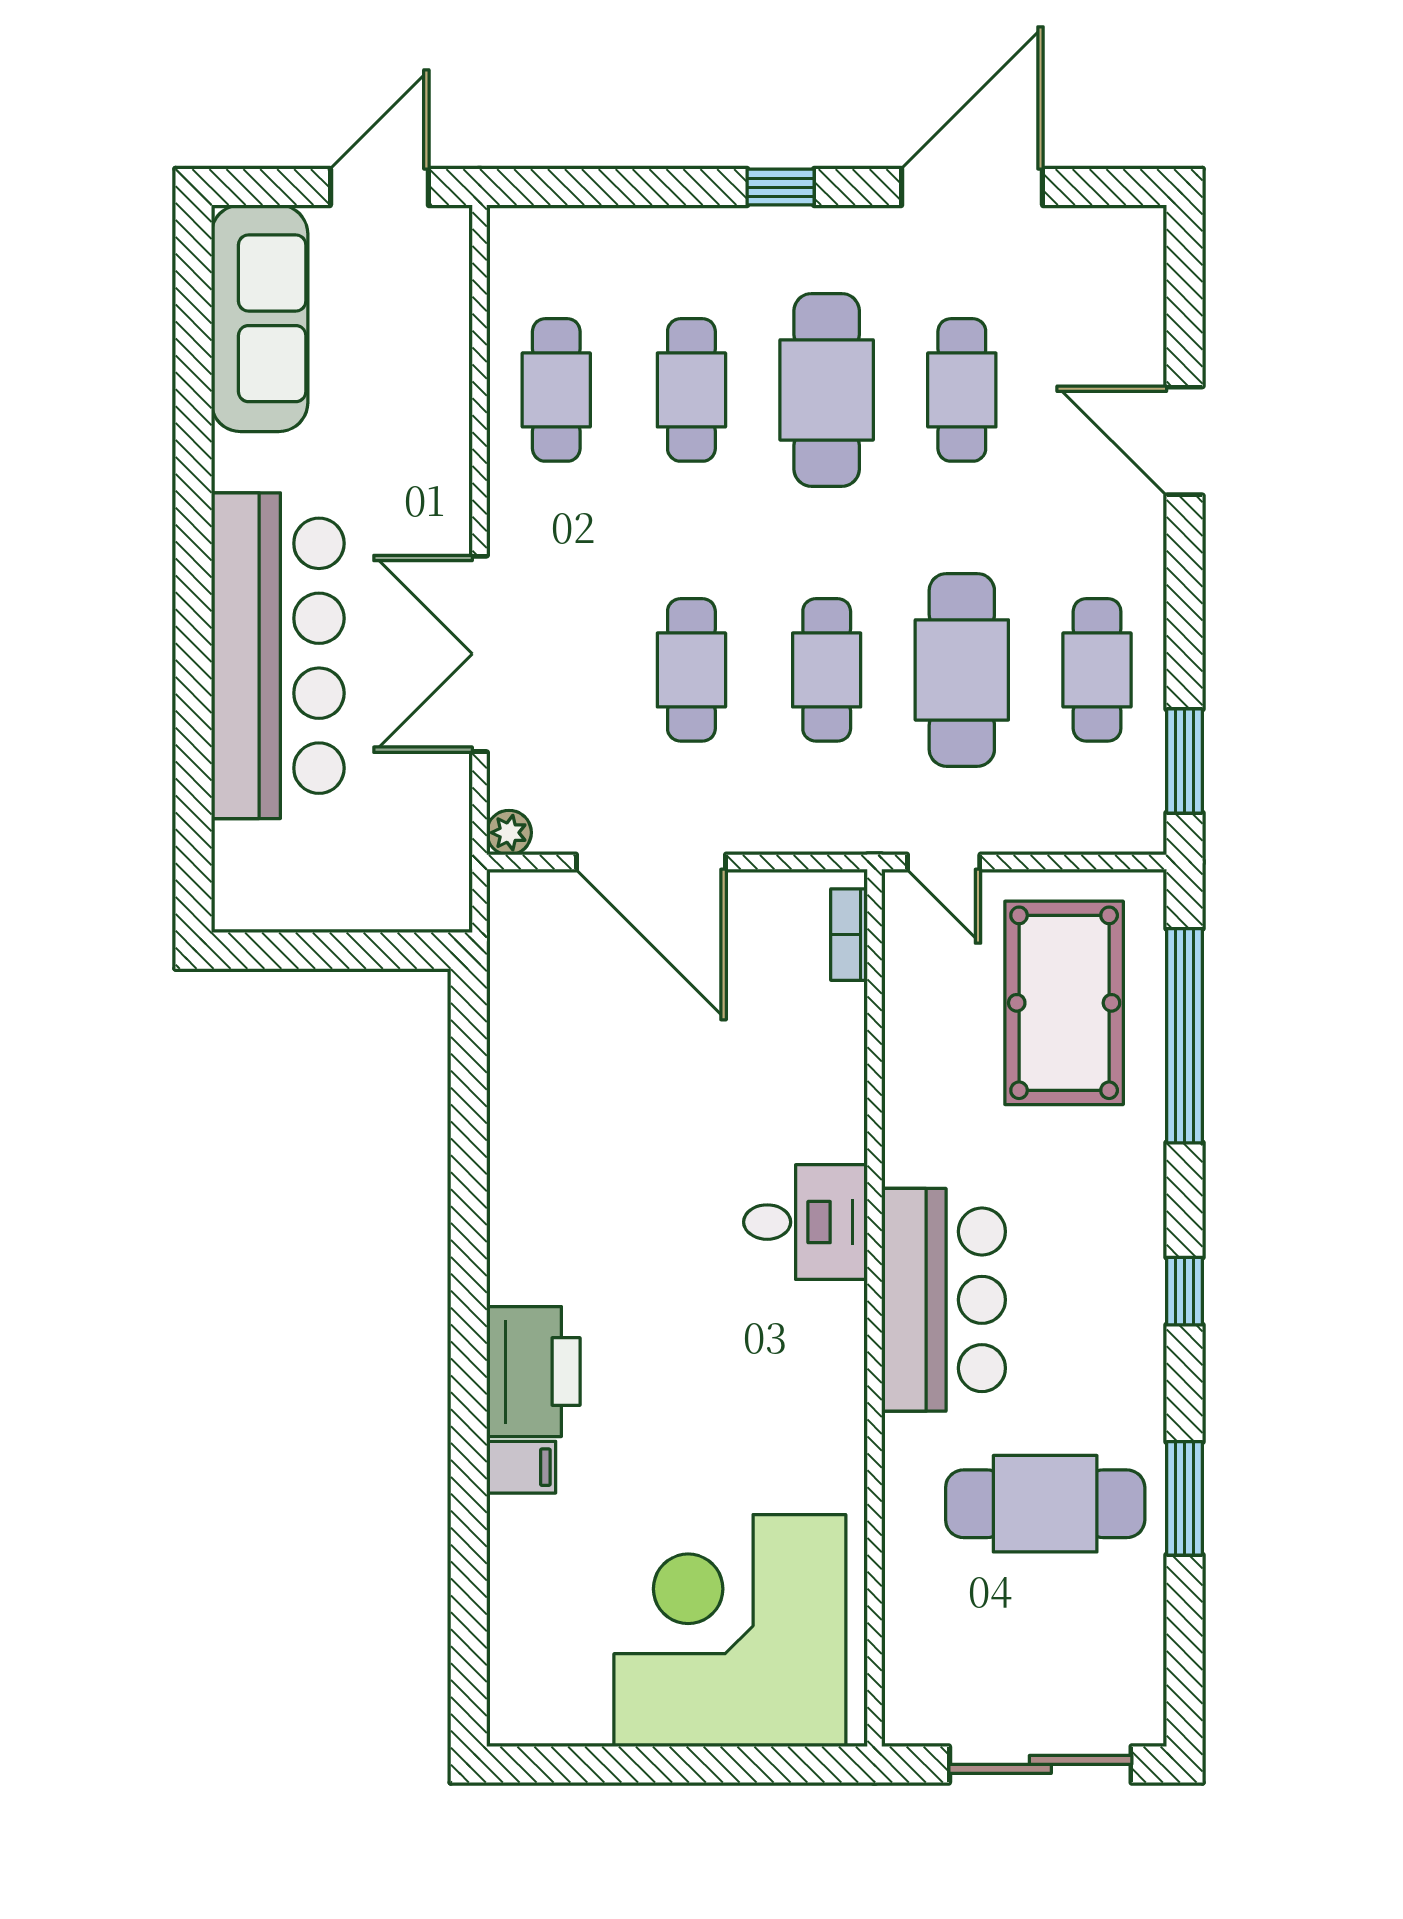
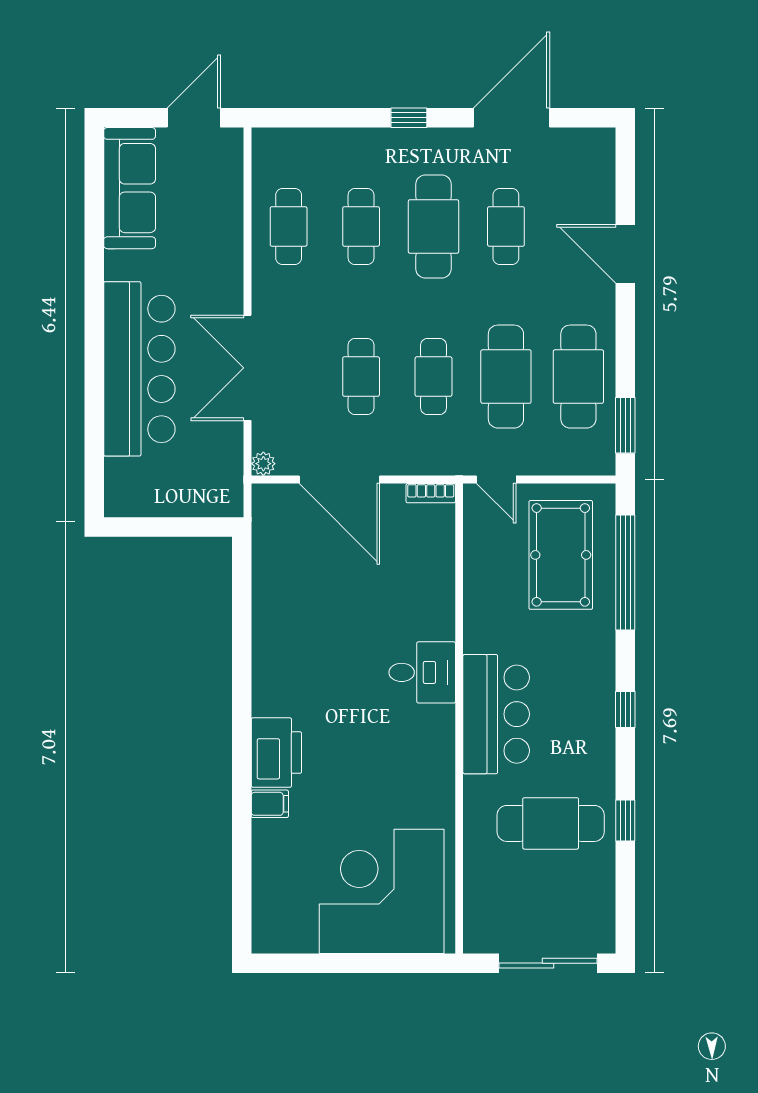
cafe table: (1097, 670) -> (578, 377), width x1.37, depth x1.35
bookcase: (849, 935) -> (431, 493), moved, turned -90
window: (1184, 1498) -> (625, 821), width x0.67

